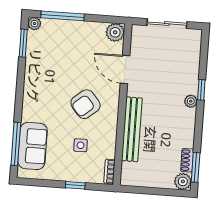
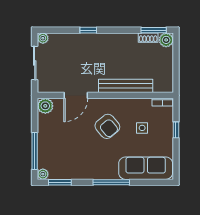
plant: (191, 101) -> (43, 38), moved
window: (16, 144) -> (111, 182), moved
sofa: (33, 146) -> (146, 168), width x1.36

